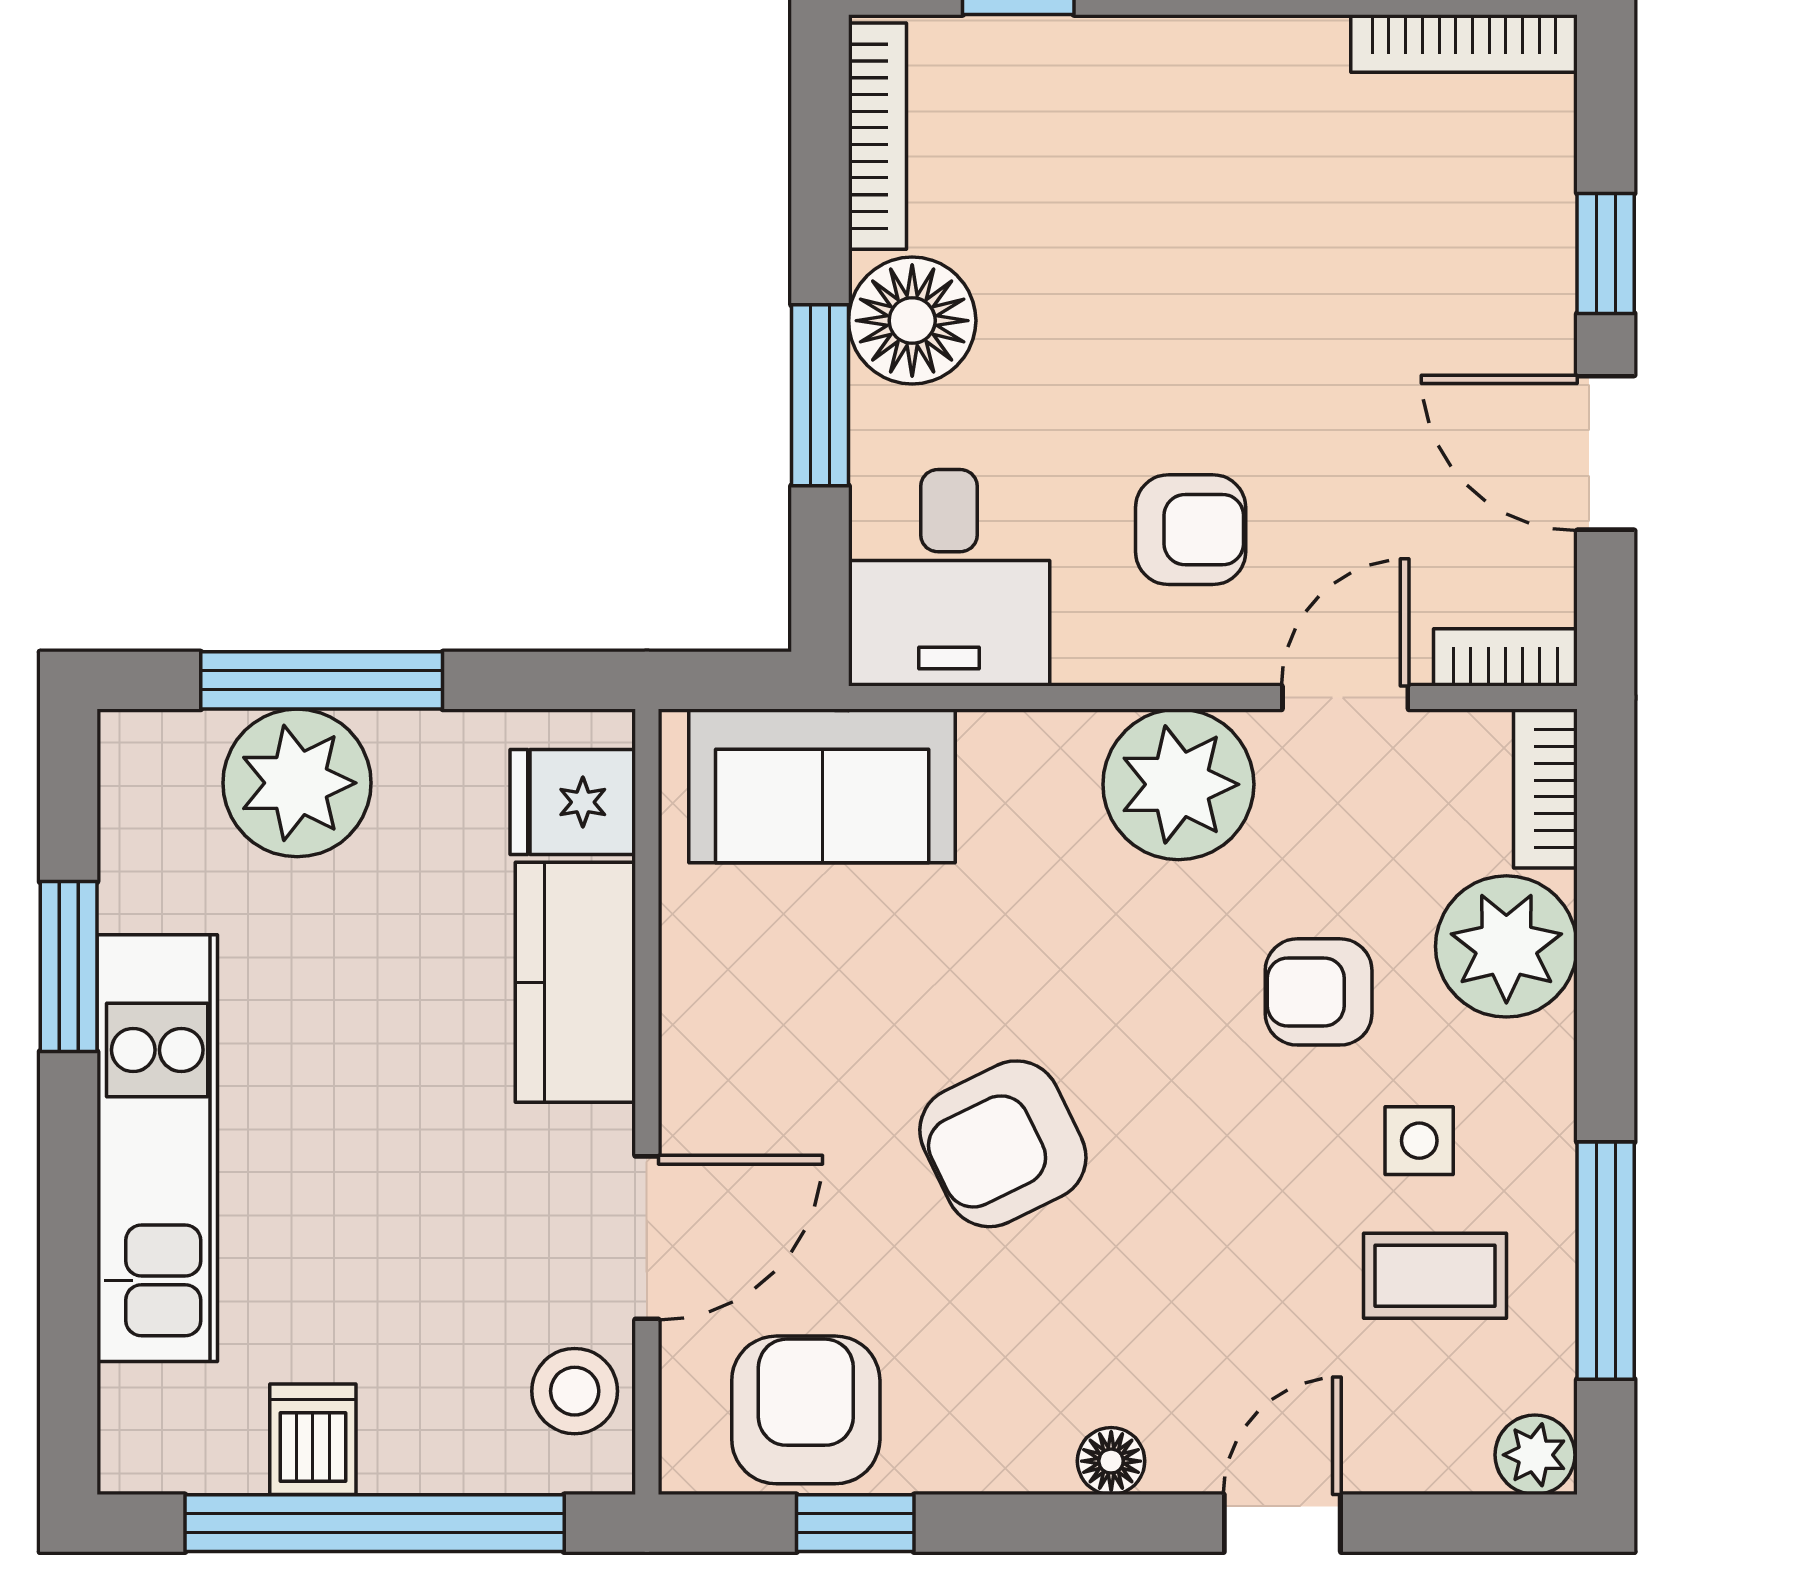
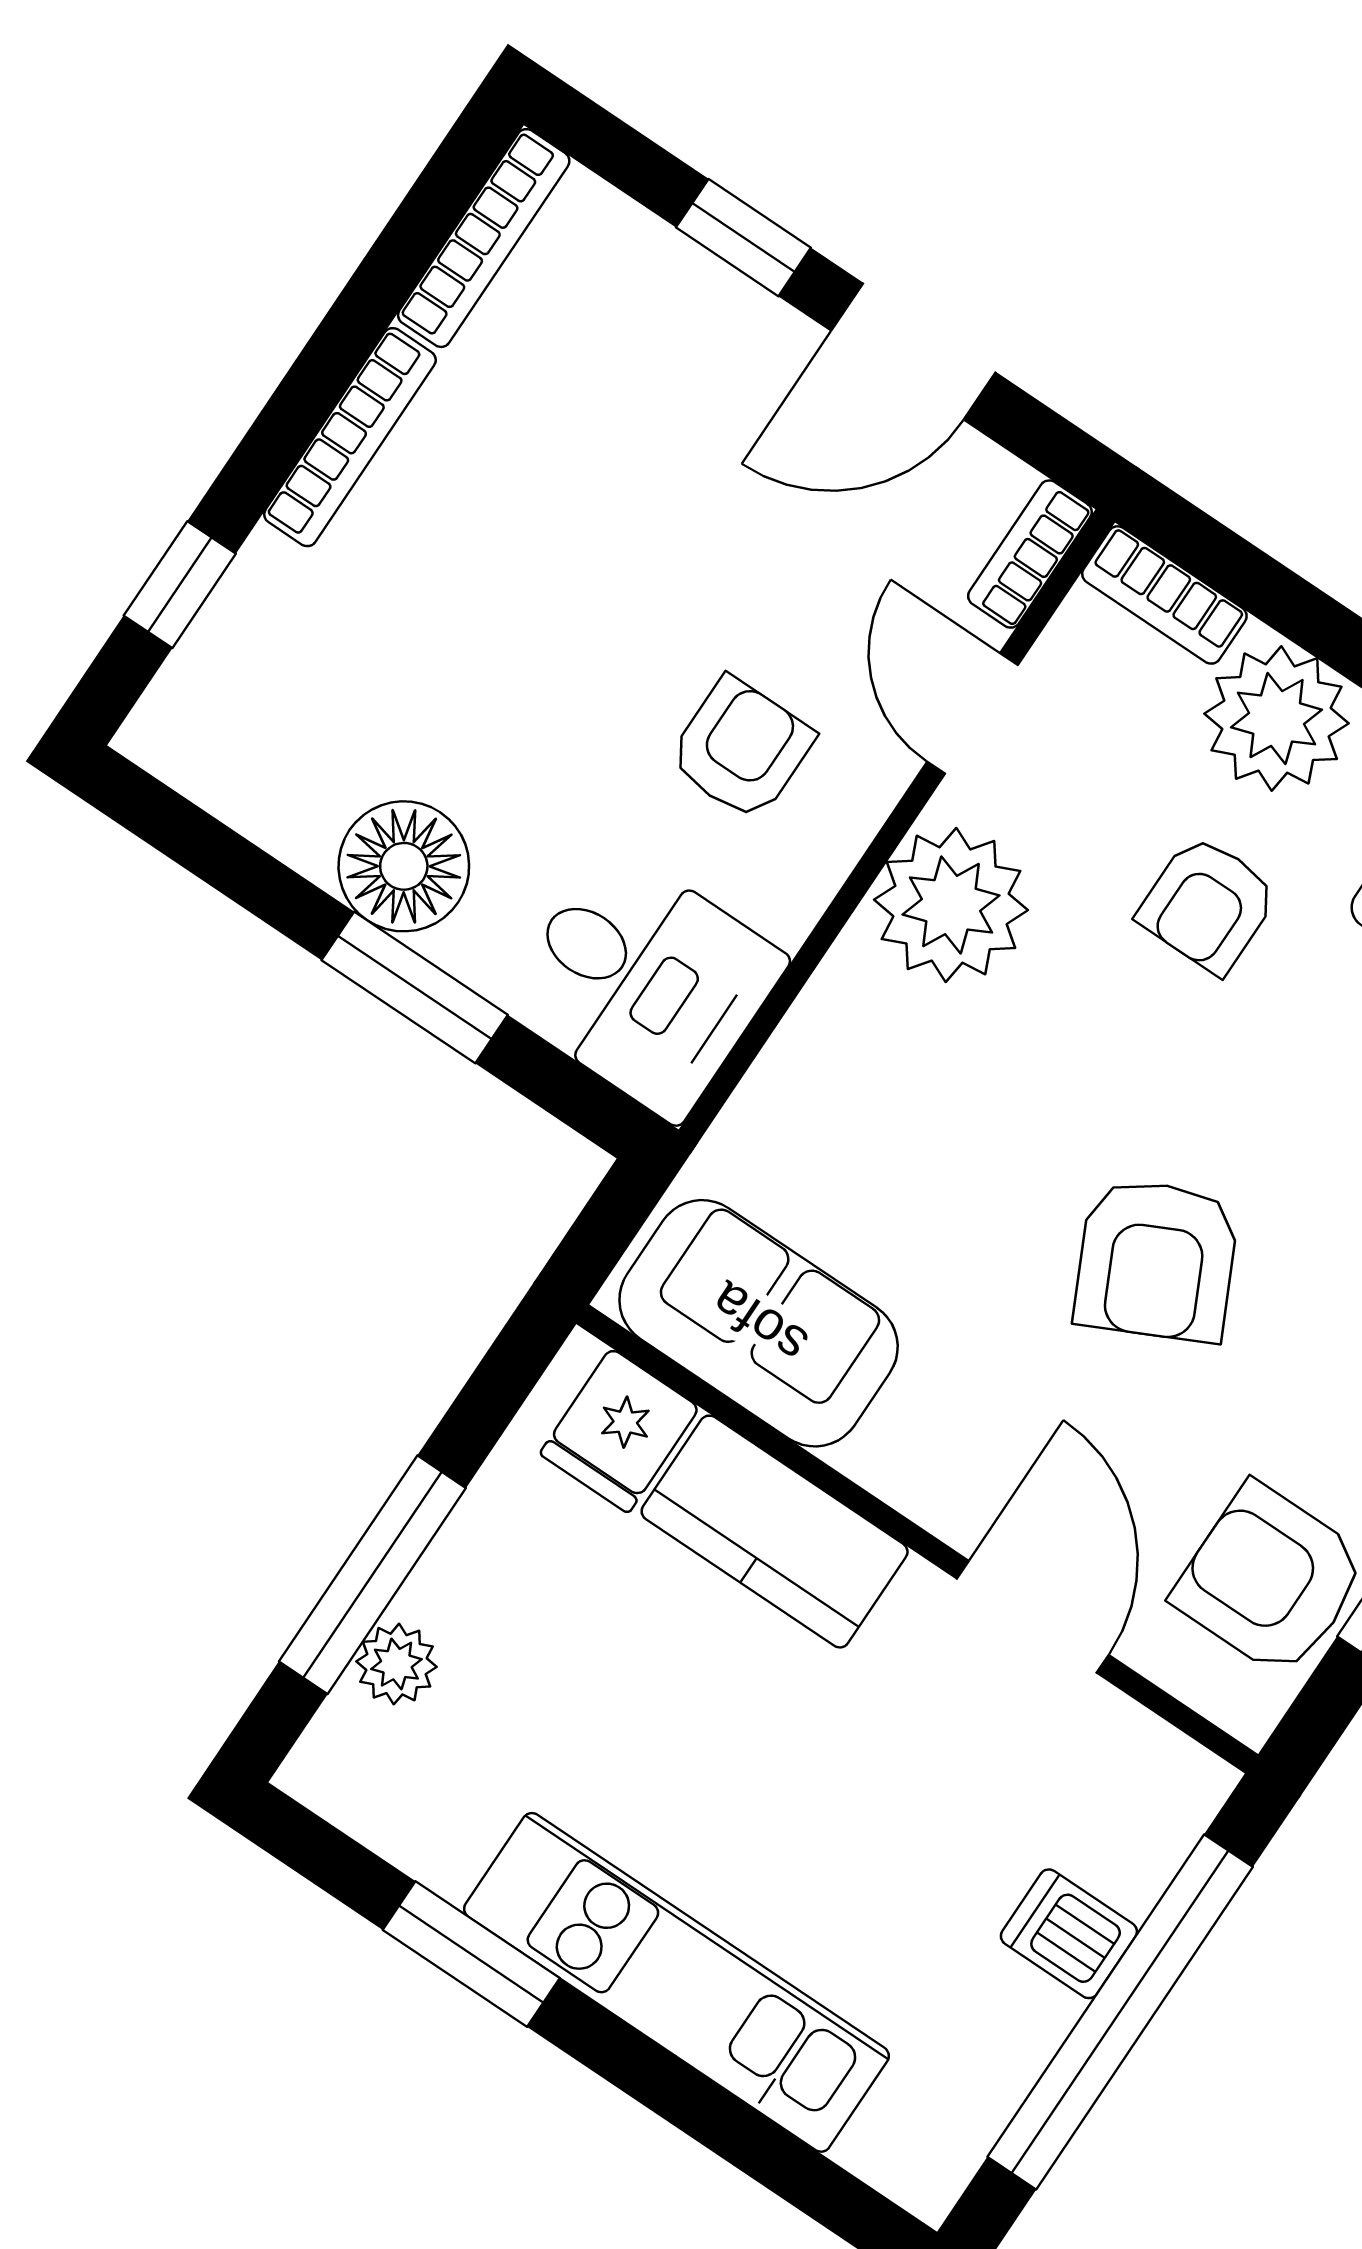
bookcase: (878, 136) -> (350, 437), moved, turned 90
plant: (297, 783) -> (396, 1664), width x0.53, depth x0.53
sofa: (822, 786) -> (759, 1323), moved, turned -90
stool: (575, 1391) -> (1122, 1766), removed
dishwasher: (313, 1439) -> (1069, 1934), moved

